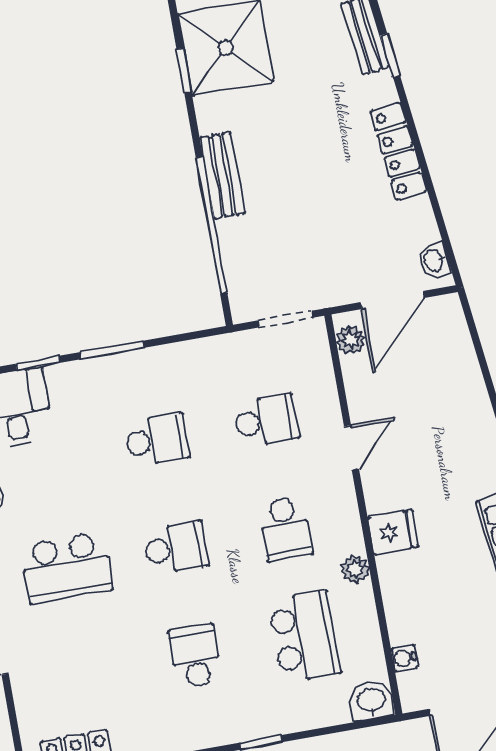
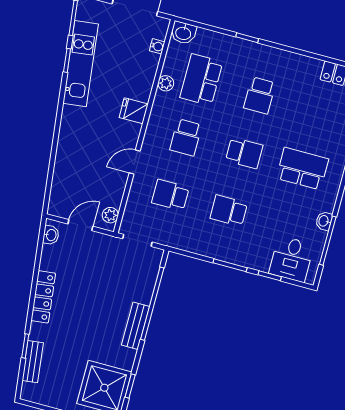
door: (393, 300) -> (80, 225), width x0.73
school desk: (285, 529) -> (186, 137), turned 180
school desk: (176, 548) -> (244, 153), turned 180
plant: (355, 569) -> (166, 83), moved

